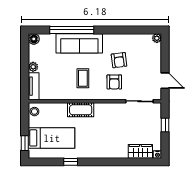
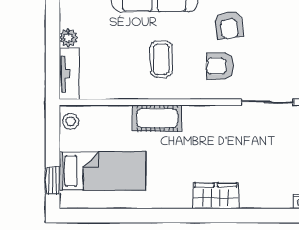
armchair: (114, 82) -> (220, 66), turned 90
wardrobe: (140, 151) -> (216, 196), moved
window: (71, 162) -> (138, 216), removed

